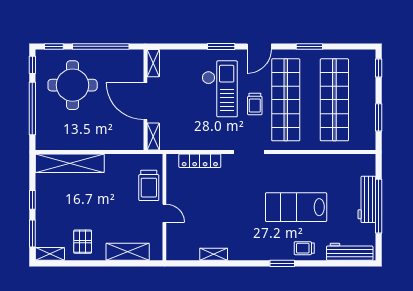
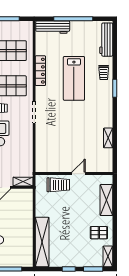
locker: (200, 161) -> (40, 71), moved
workbench: (367, 199) -> (53, 27), moved

